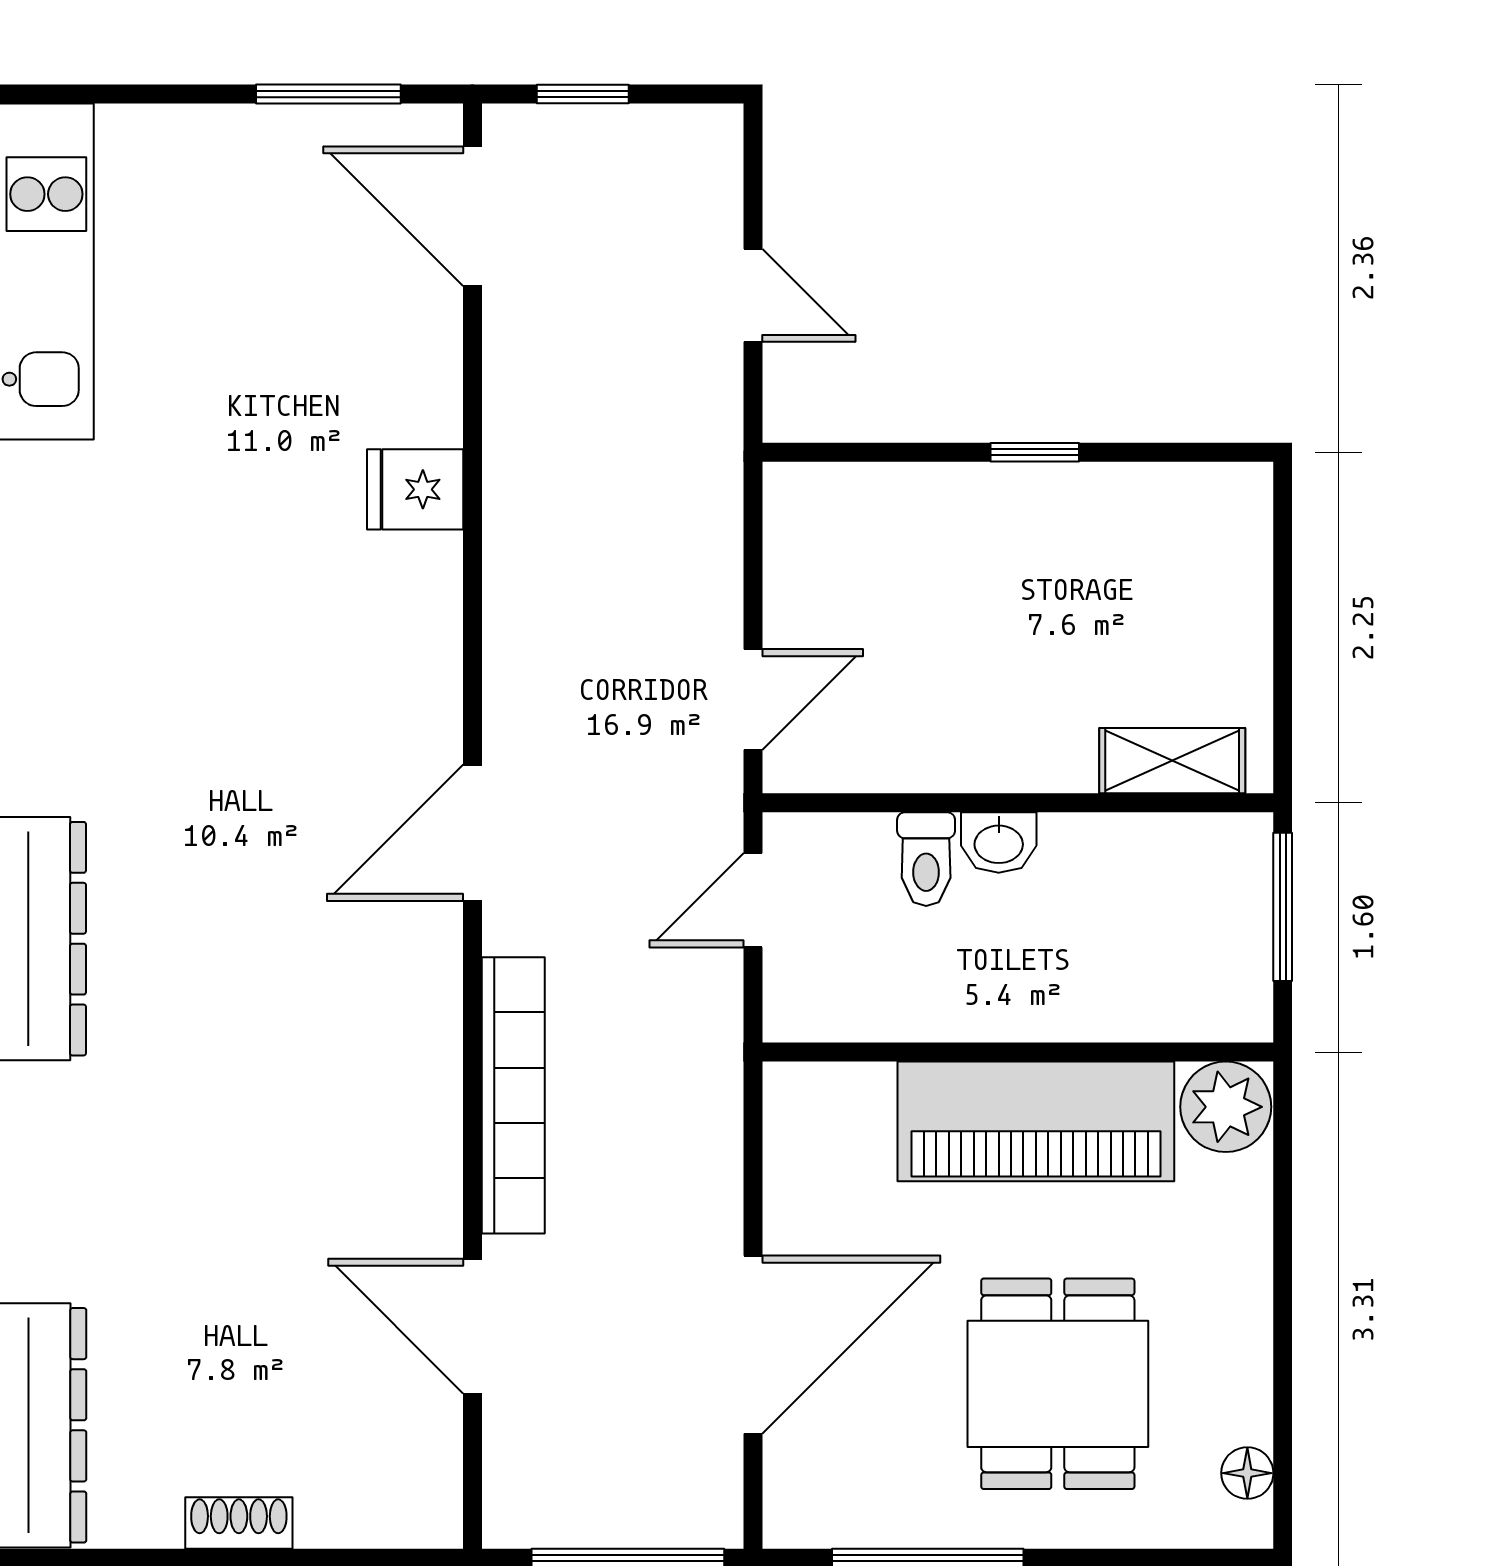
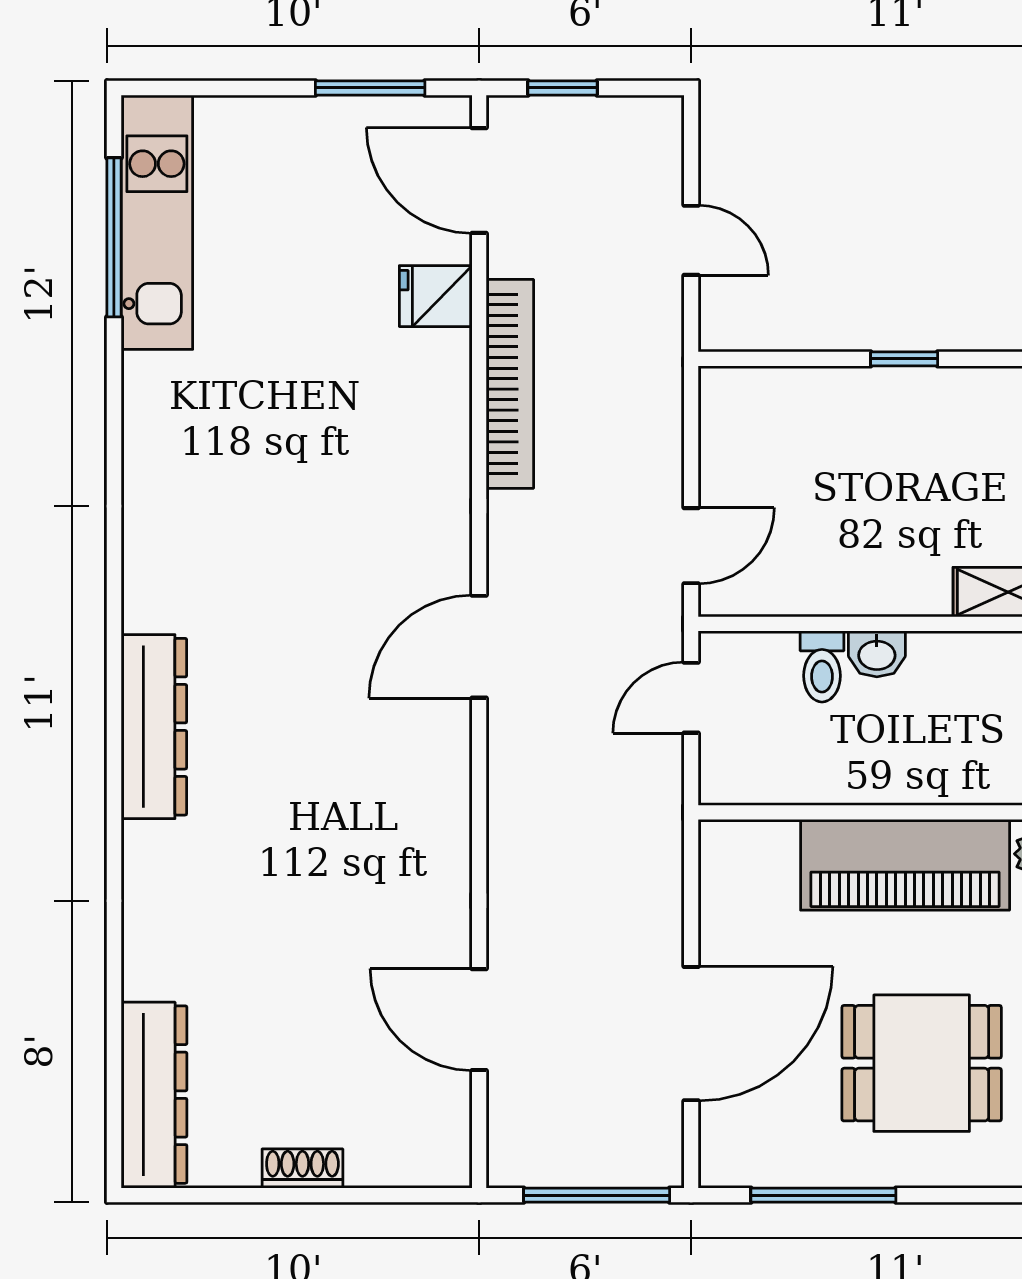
fridge: (415, 489) -> (436, 296), moved
bookcase: (513, 1095) -> (510, 384), moved
dining table: (1058, 1384) -> (922, 1063), turned 90

